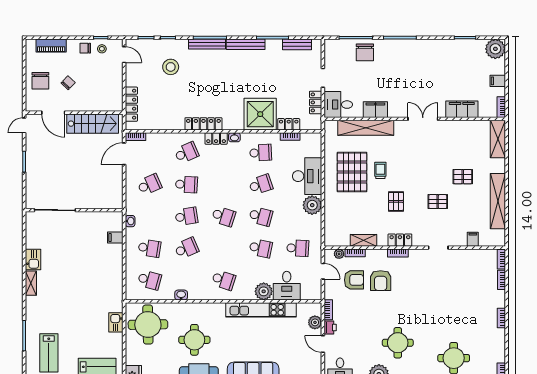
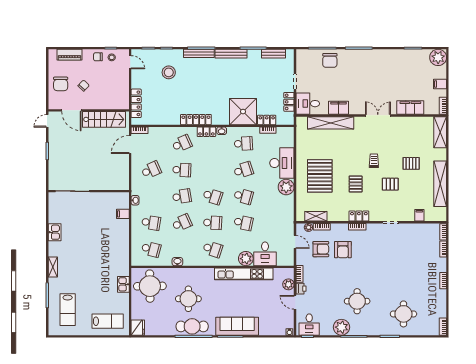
trolley: (380, 170) -> (374, 161), moved
pallet: (352, 172) -> (320, 176), moved
shelving: (364, 240) -> (316, 216), moved
school desk: (298, 248) -> (213, 223), moved
shelving: (31, 283) -> (53, 267), moved

